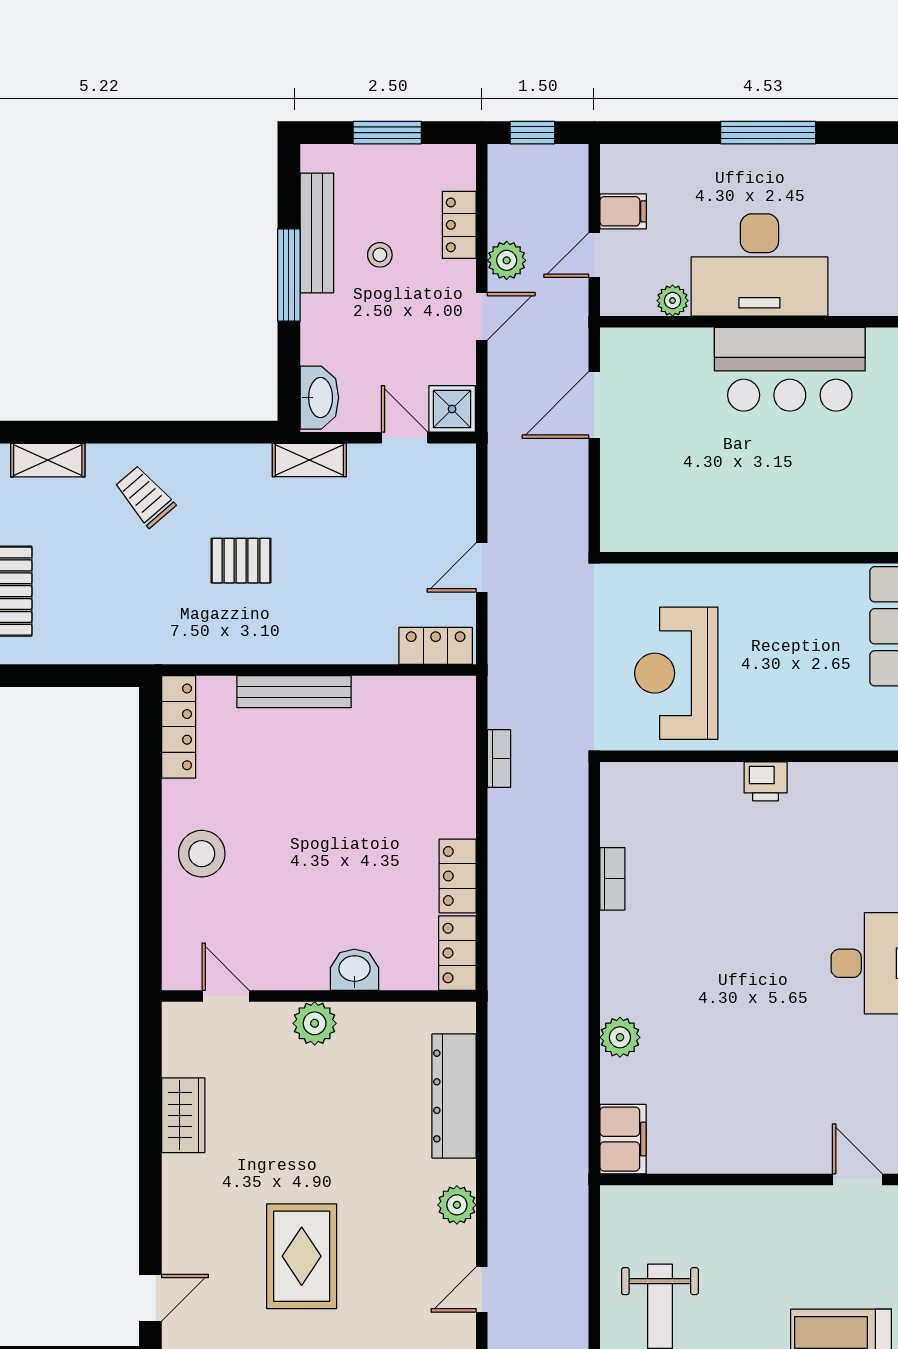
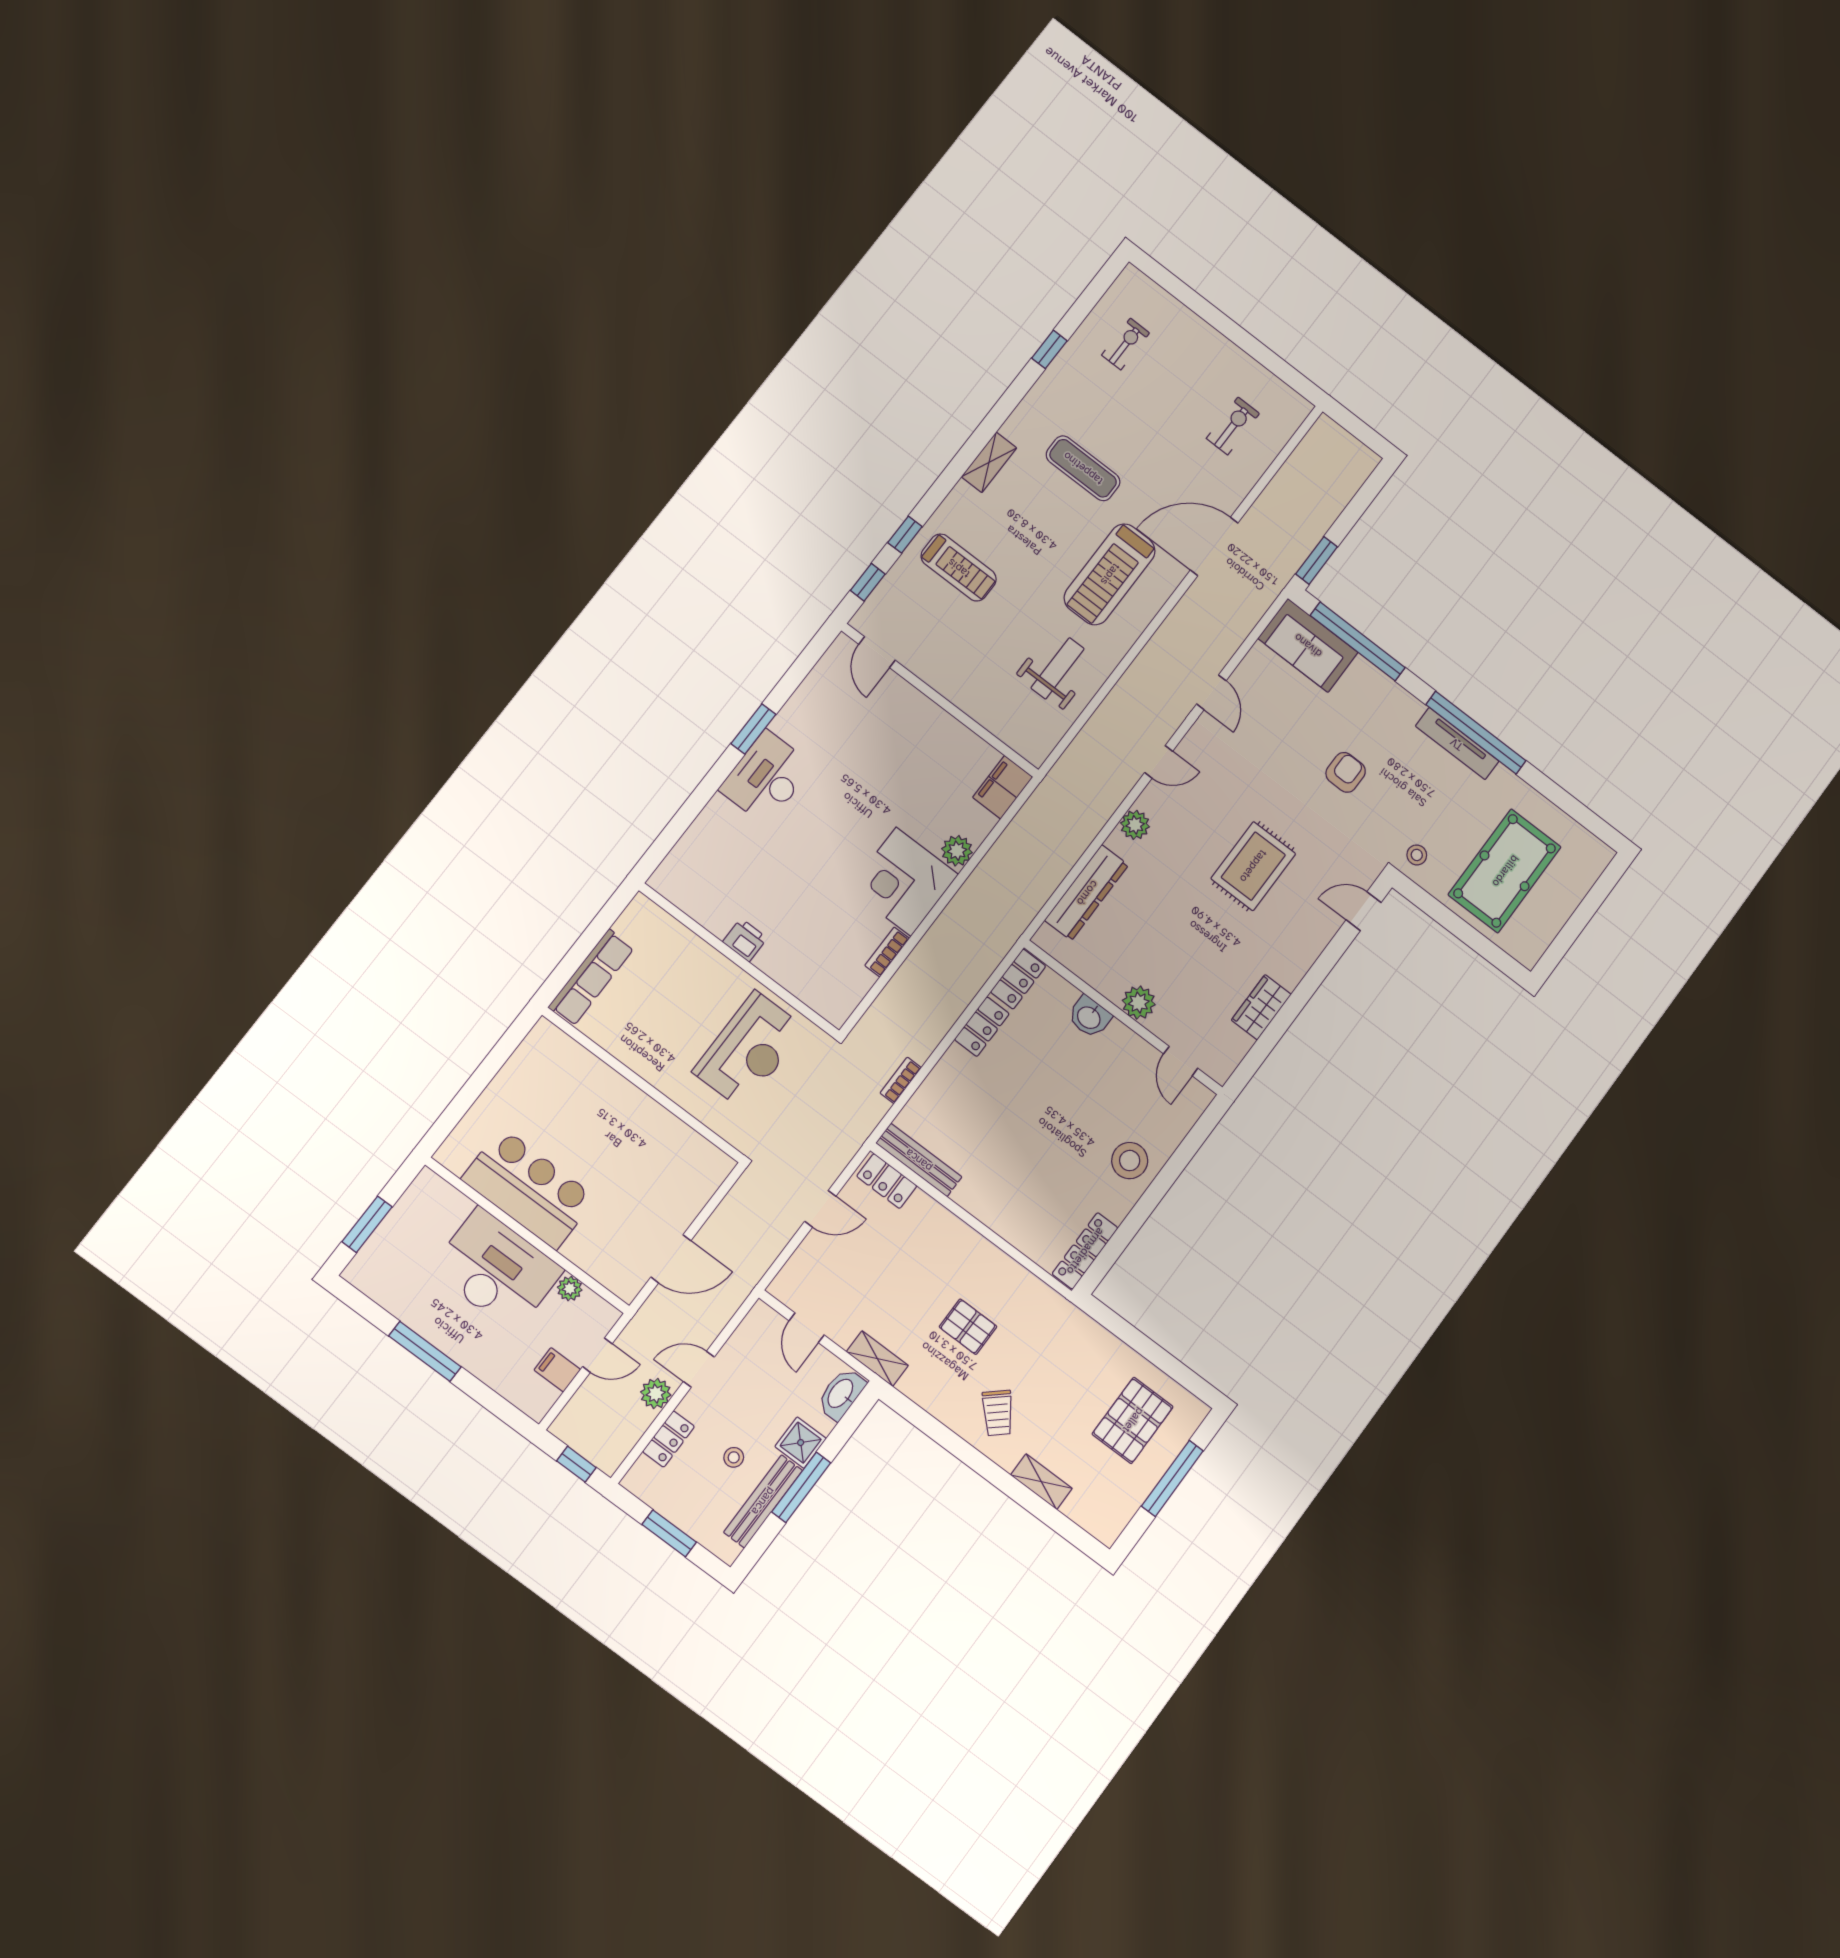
shower: (452, 409) -> (801, 1443), moved
bench: (294, 692) -> (919, 1160), moved
corner desk: (650, 964) -> (904, 882), added

